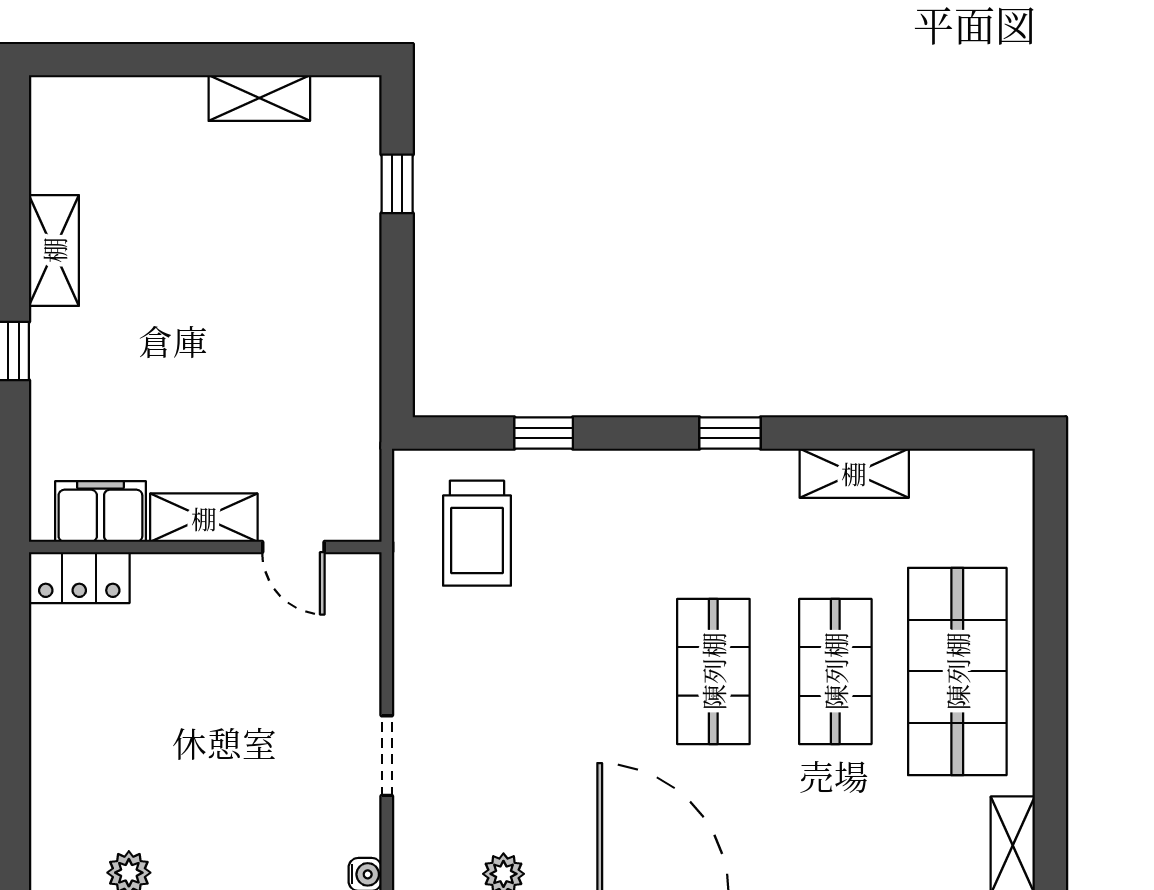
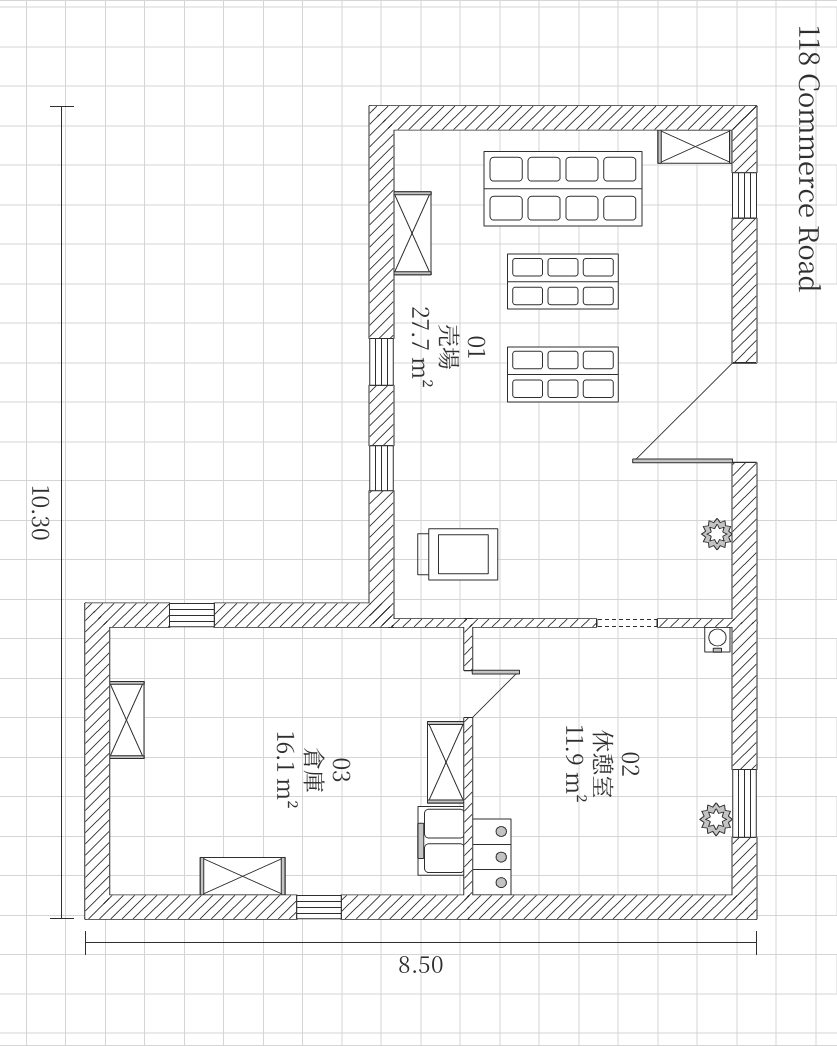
window: (544, 433) -> (381, 468), moved
shelving: (854, 473) -> (412, 233), moved

